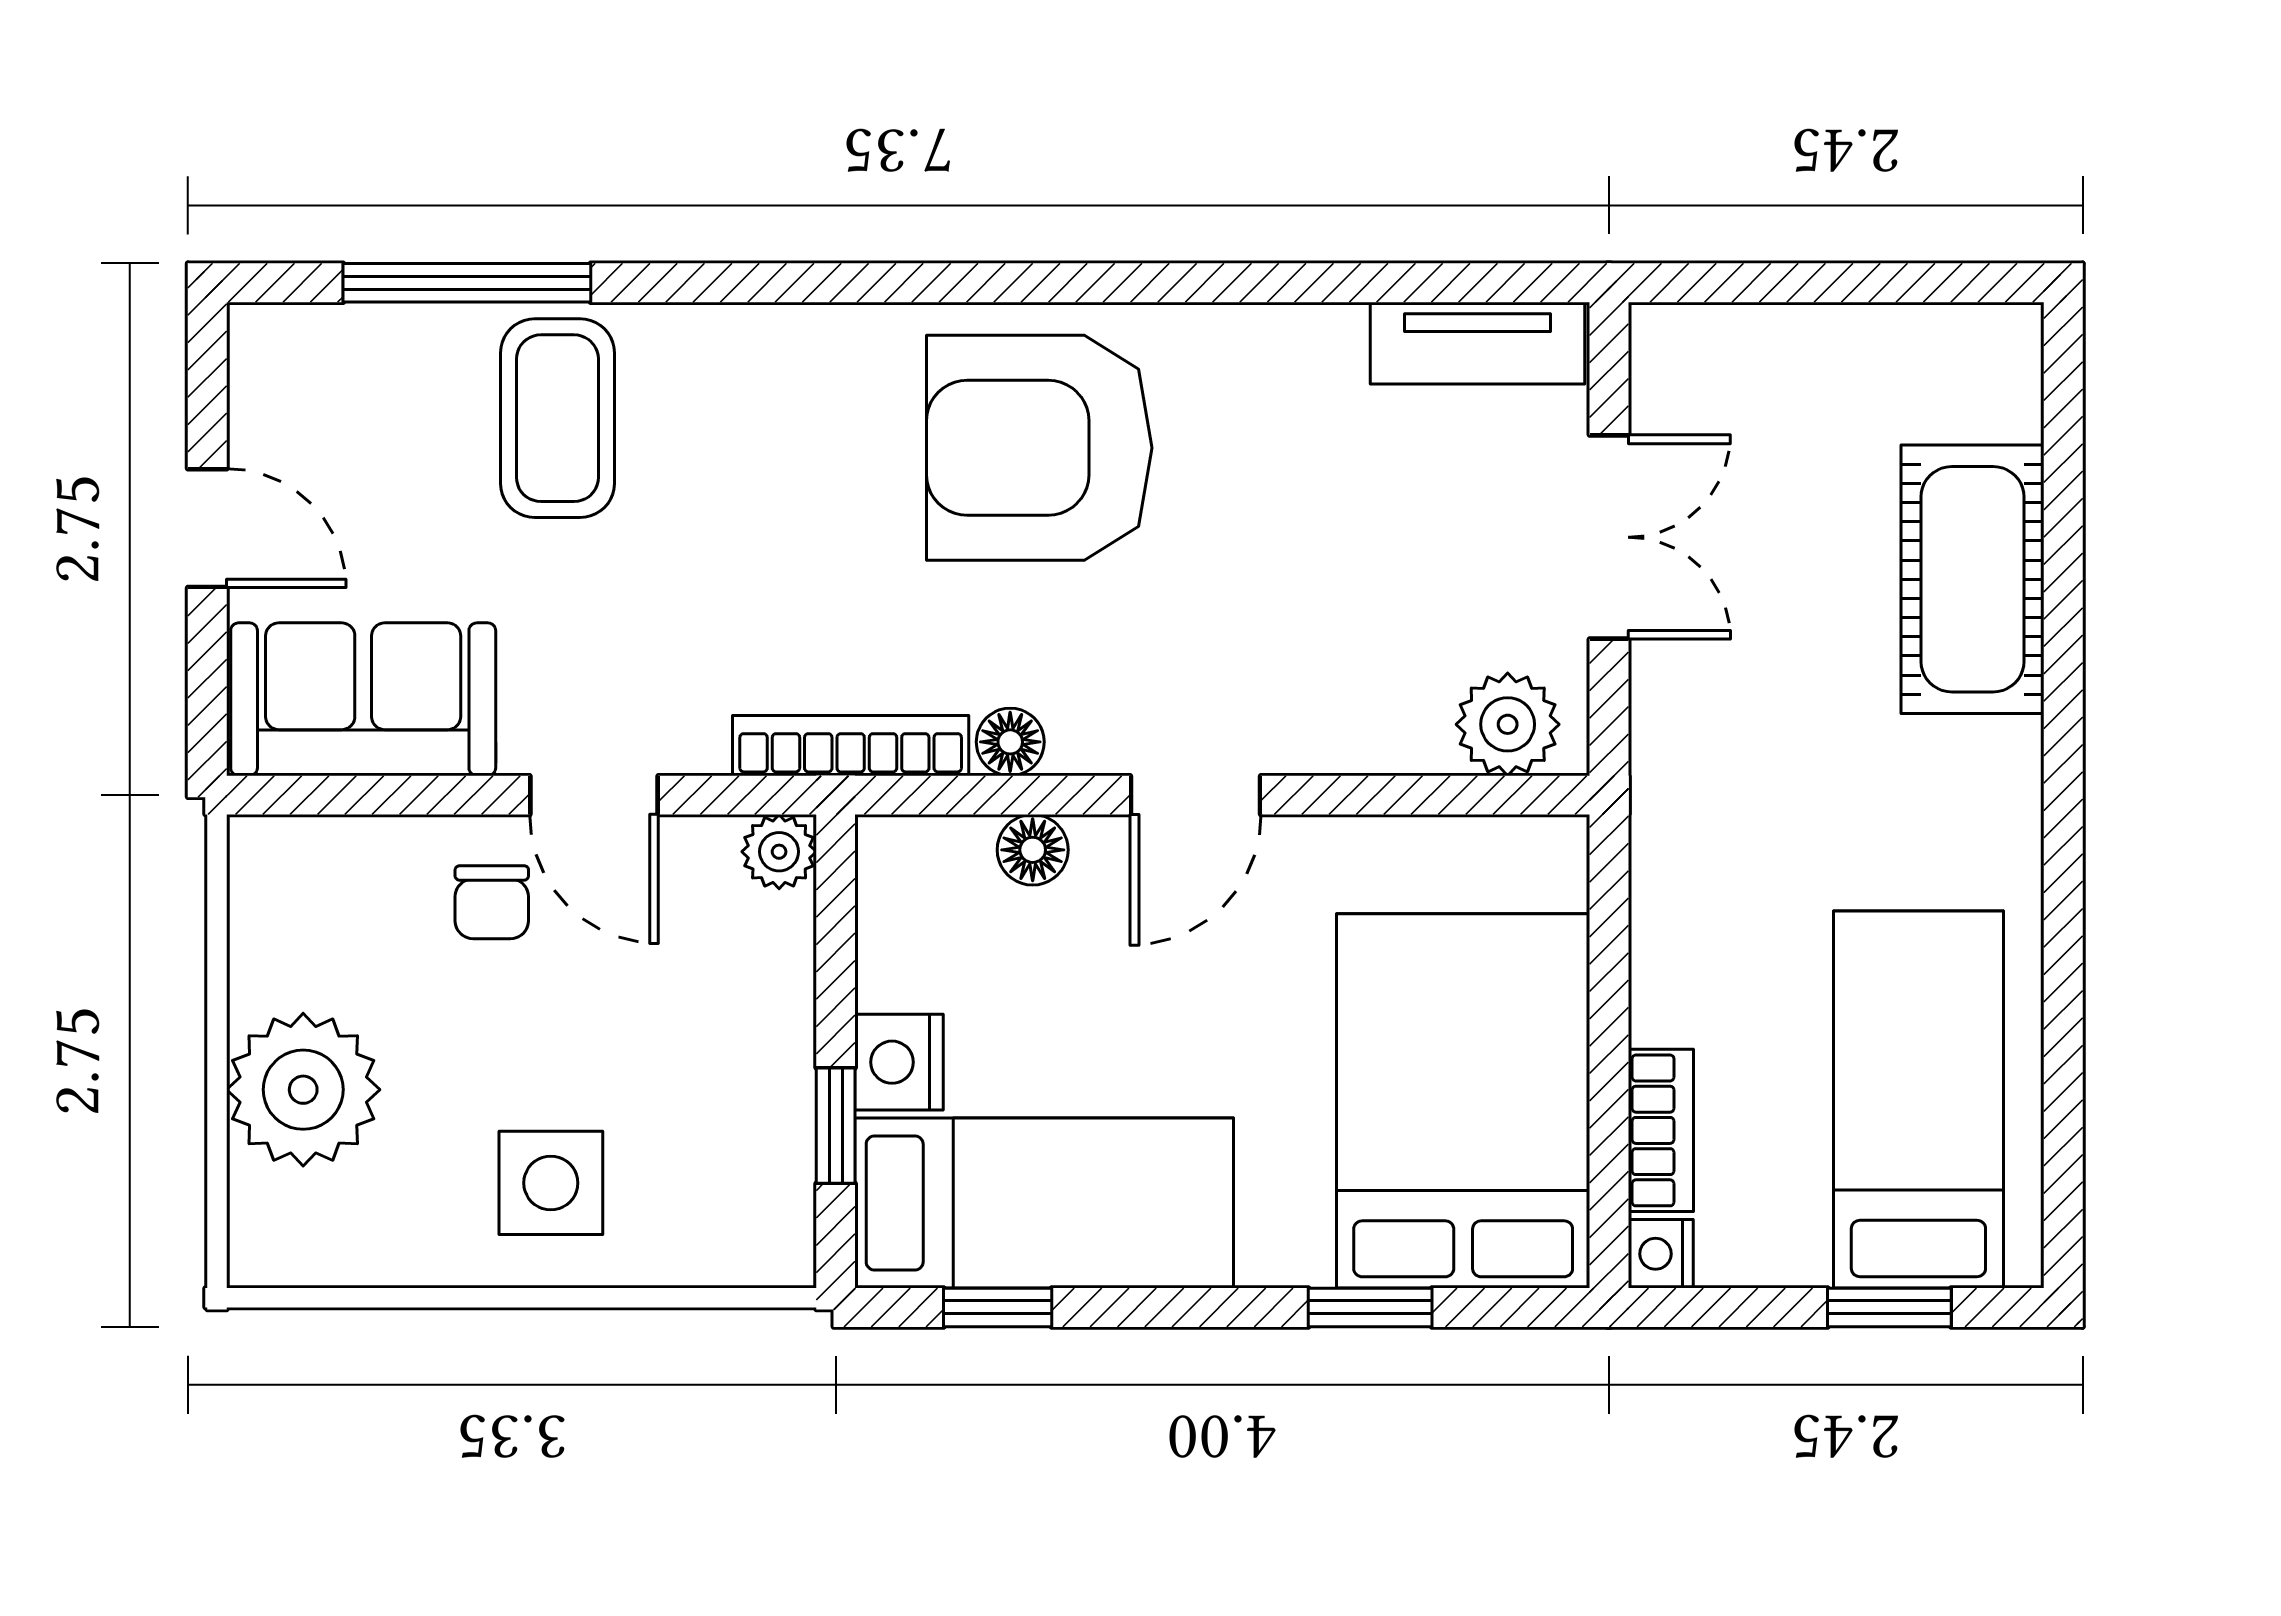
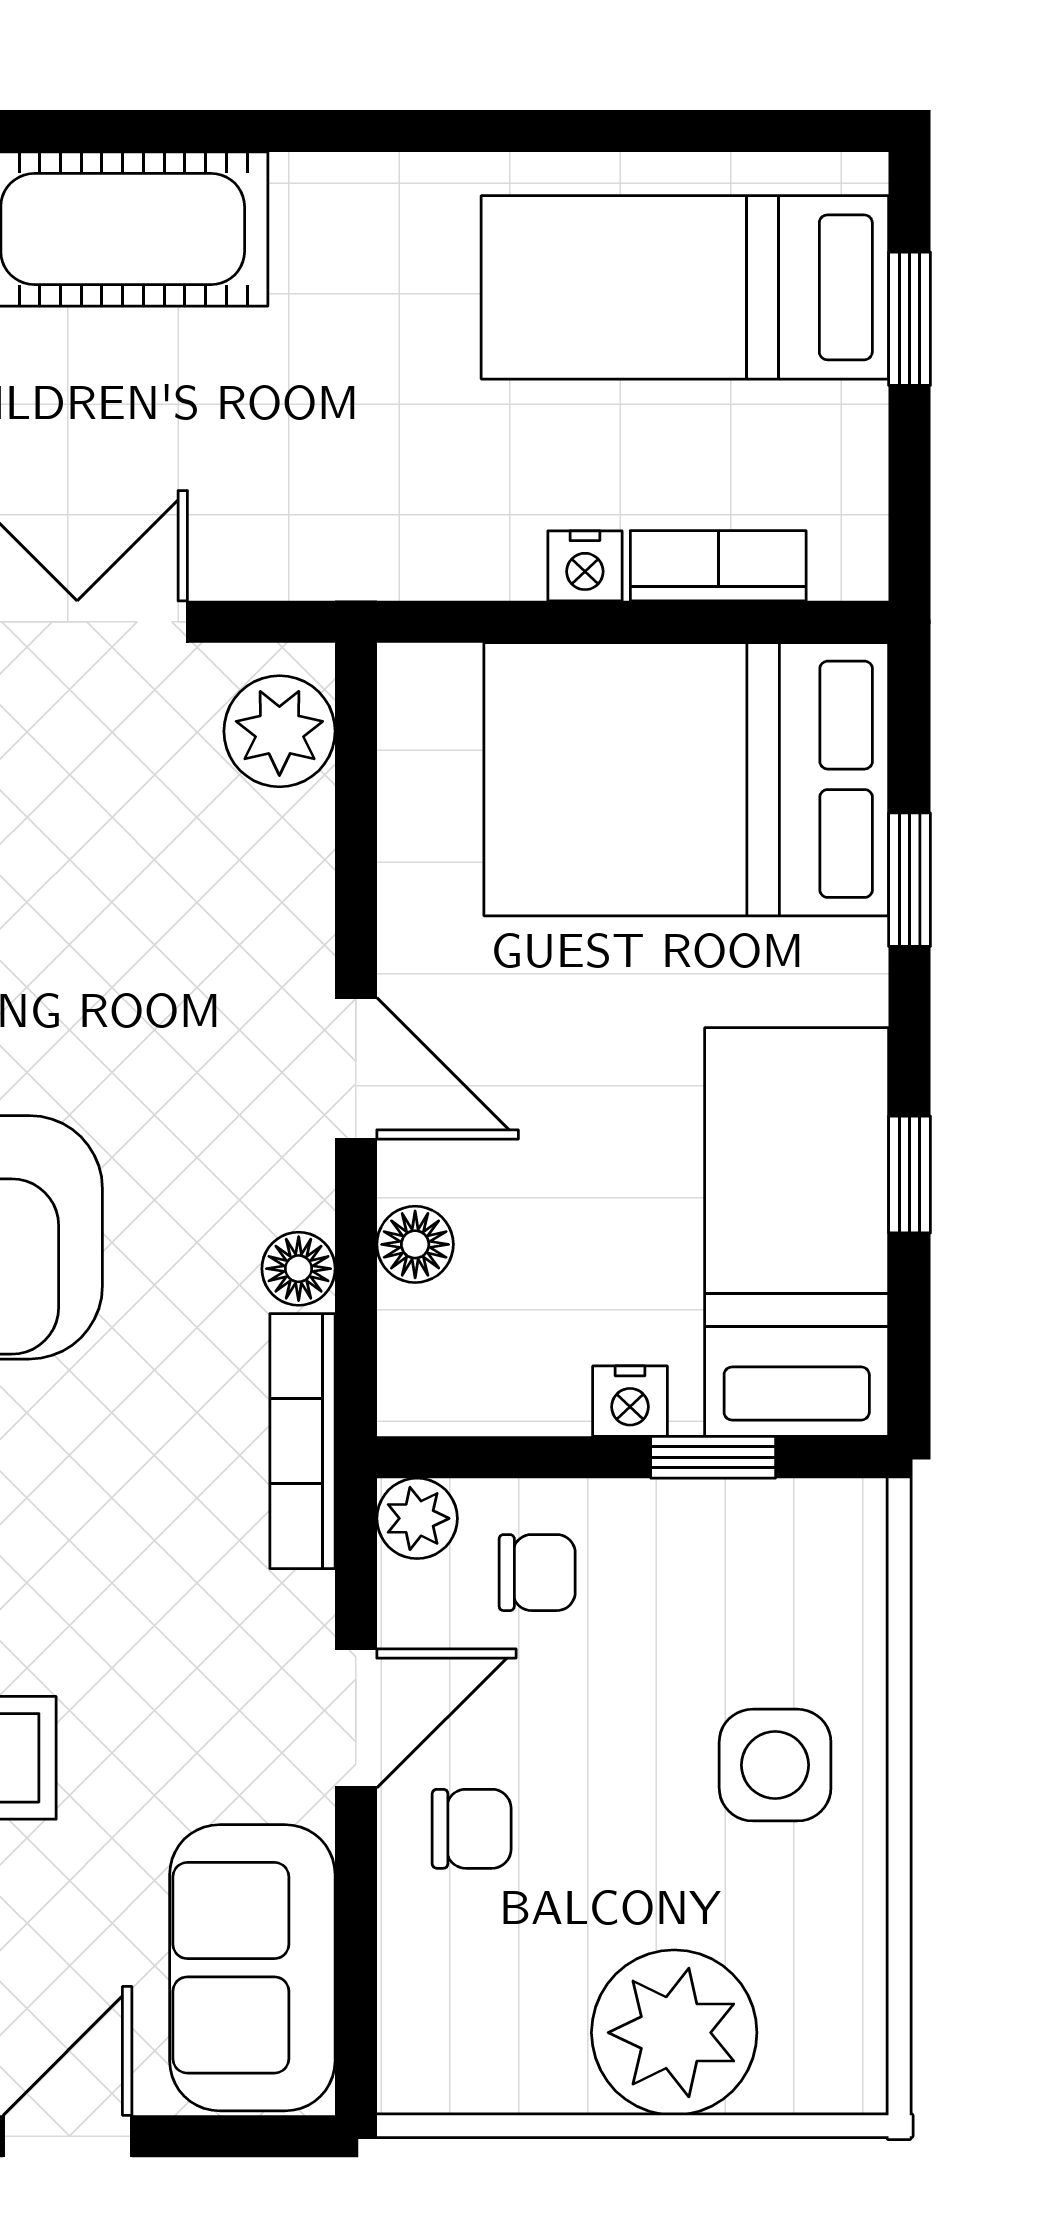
chair: (729, 963) -> (537, 1573), added
nightstand: (899, 1062) -> (630, 1401), width x0.72, depth x0.74
nightstand: (1661, 1254) -> (585, 566), moved
window: (998, 1307) -> (910, 1175), moved

